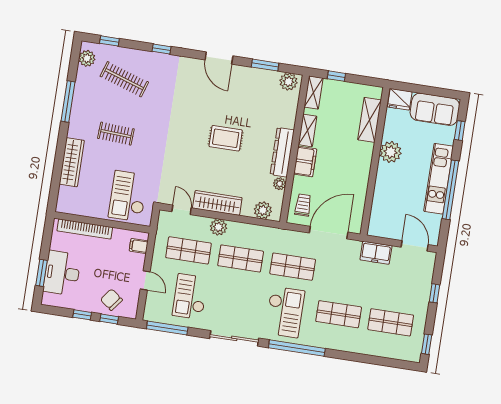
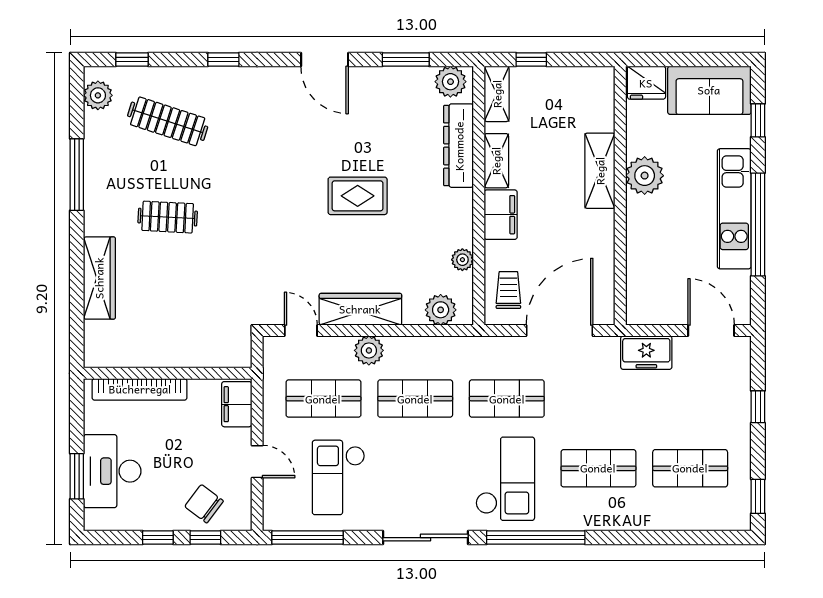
shelving: (369, 120) -> (600, 171), moved
dresser: (282, 152) -> (459, 146), moved
checkout: (128, 196) -> (205, 321), removed
filing cabinet: (139, 246) -> (237, 404), width x2.00

